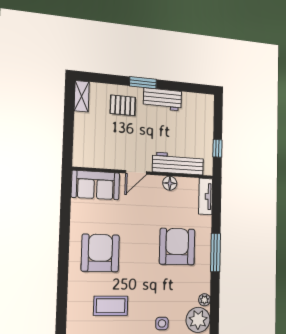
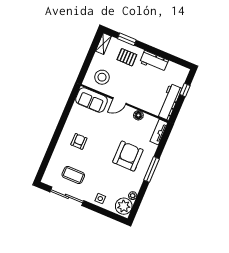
window: (143, 83) -> (127, 39), moved
stool: (98, 146) -> (102, 77), added
window: (217, 148) -> (185, 90), moved
workbench: (178, 164) -> (169, 102), moved, turned -90
armchair: (100, 253) -> (79, 141), width x0.53, depth x0.53

